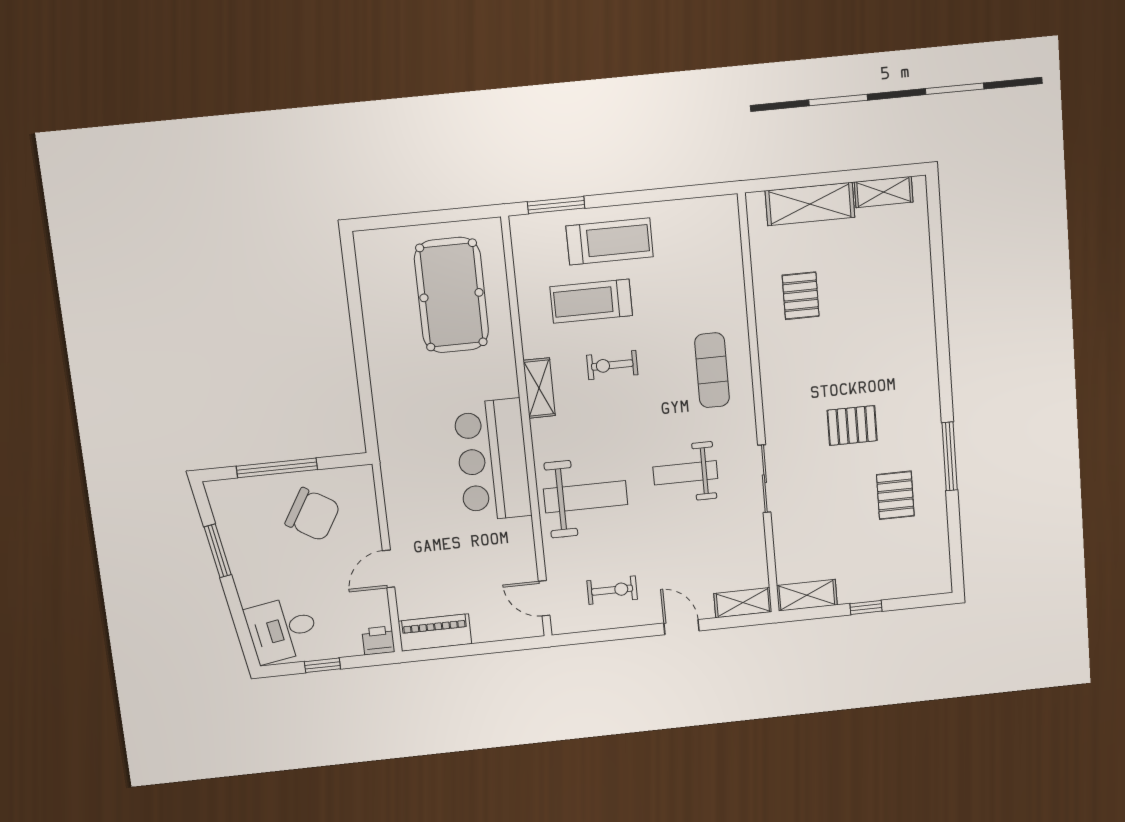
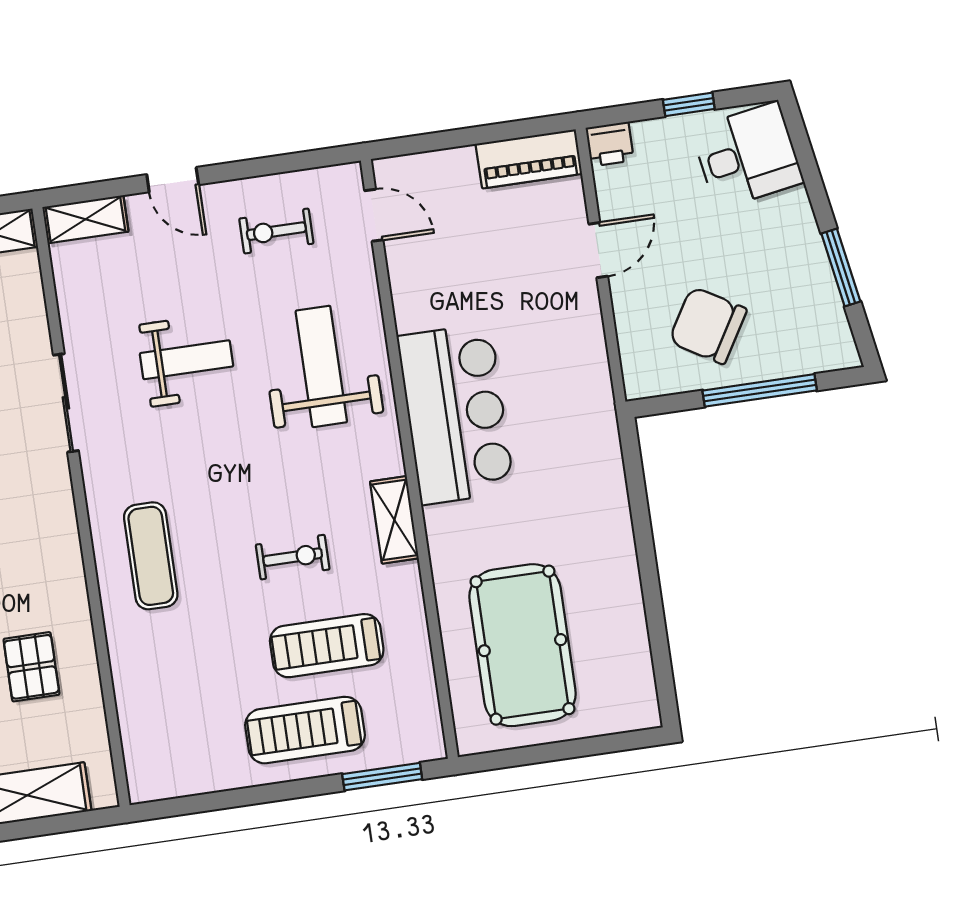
treadmill: (591, 301) -> (327, 646), turned 180
weight bench: (685, 473) -> (187, 360), moved
weight bench: (586, 497) -> (321, 366), turned 90

